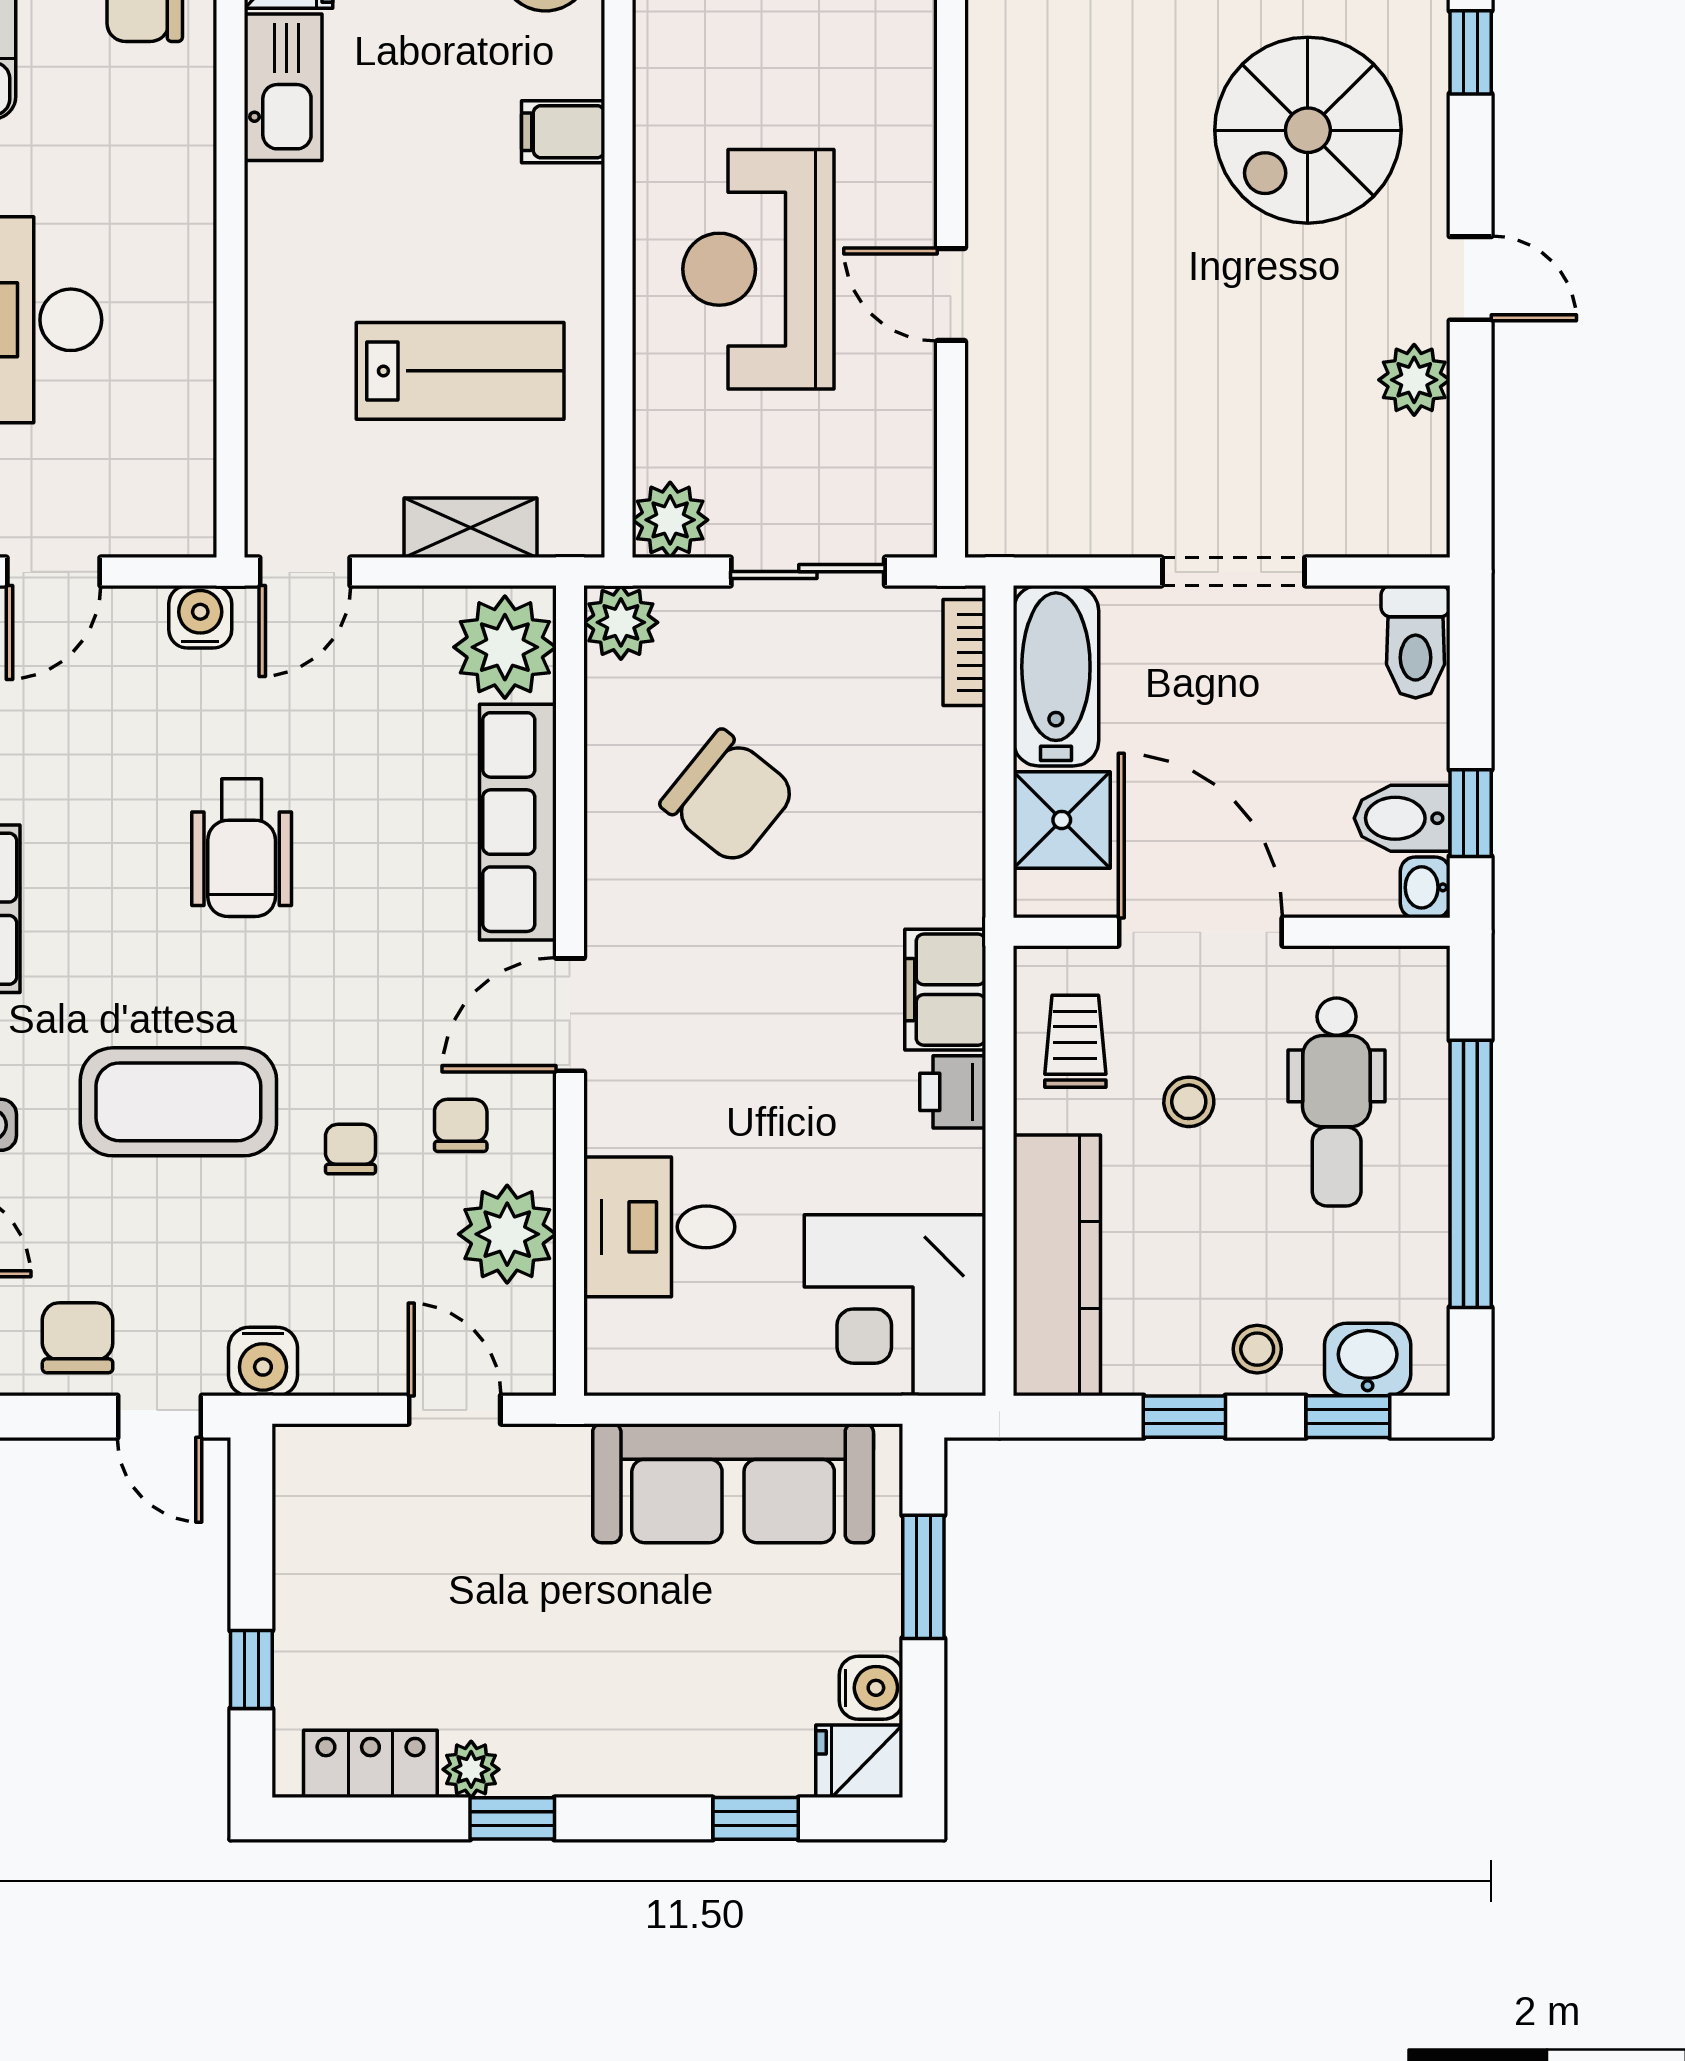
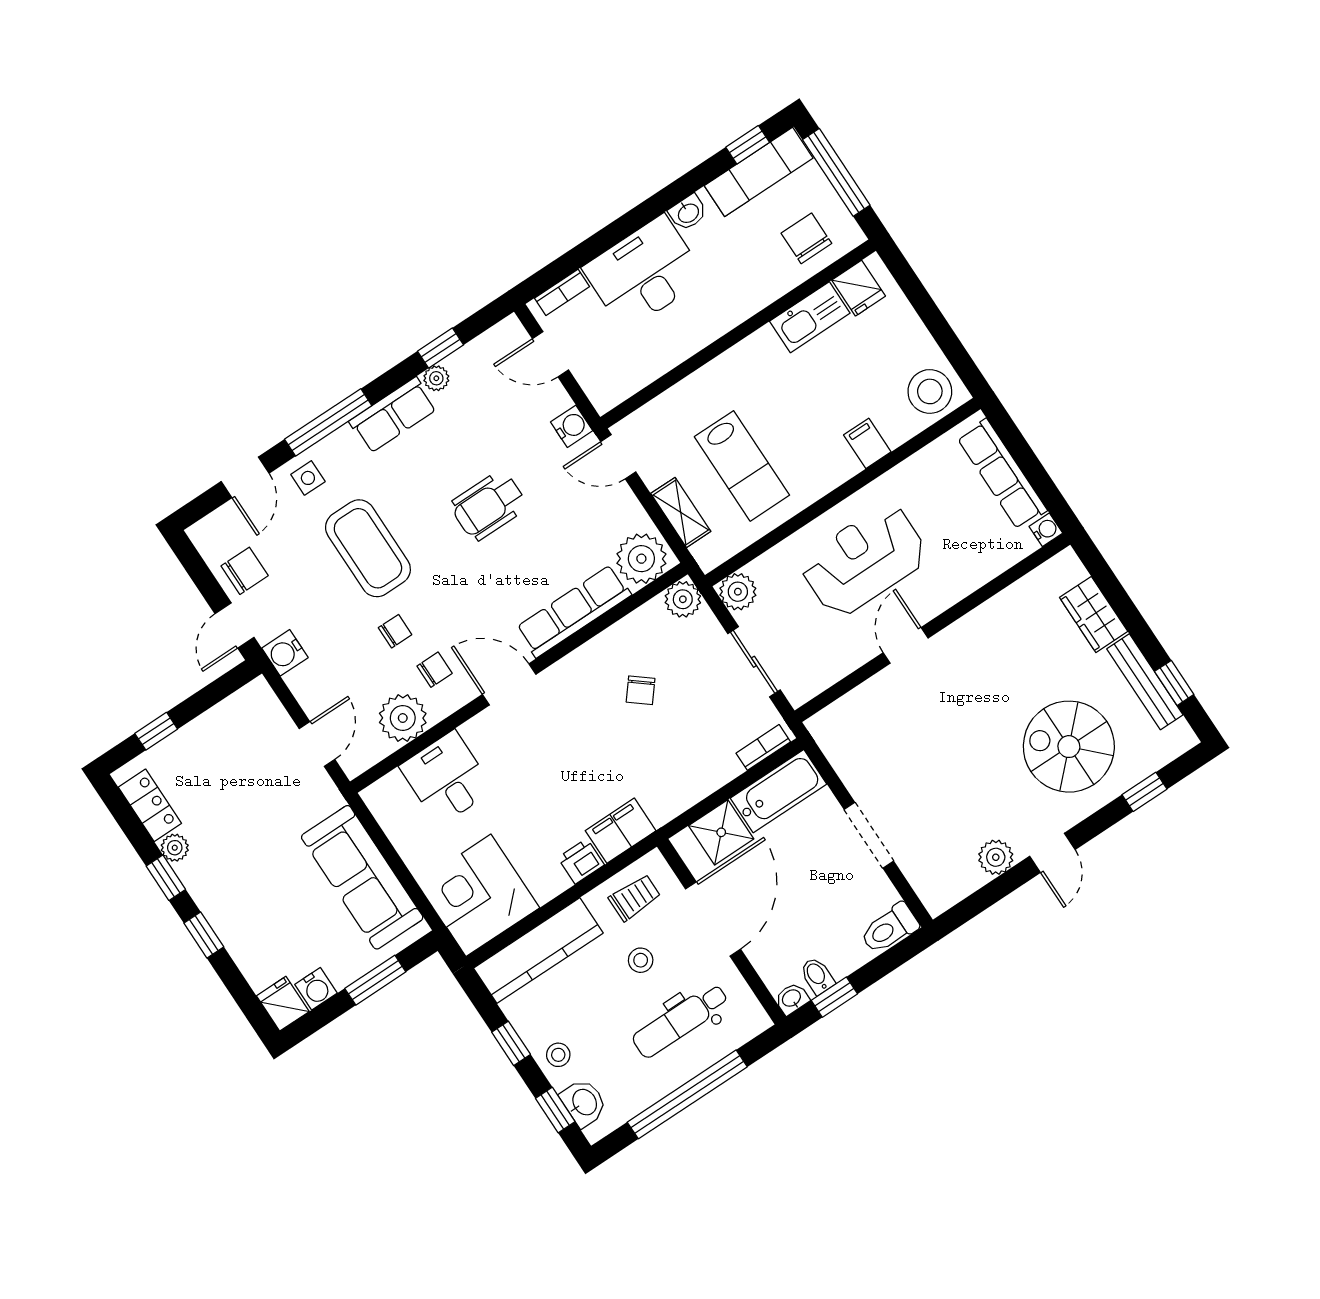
chair: (728, 797) -> (641, 690), width x0.54, depth x0.54
bidet: (1402, 818) -> (817, 976), width x0.72, depth x0.74
window: (756, 1818) -> (204, 935), moved

